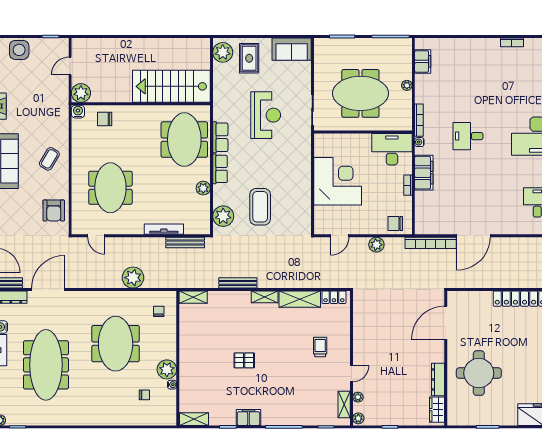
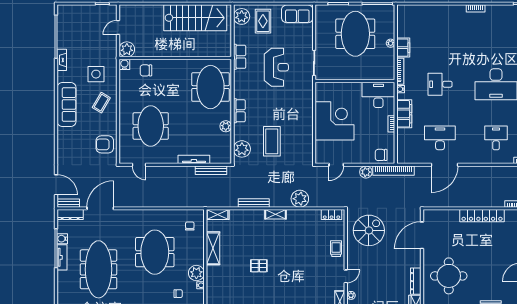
side table: (19, 50) -> (96, 74), moved
filing cabinet: (423, 61) -> (403, 48), moved
stairs: (171, 86) -> (195, 18), moved, turned 180
meeting table: (360, 93) -> (355, 34), moved, turned 90
row of seats: (220, 137) -> (240, 57), moved
desk: (468, 202) -> (440, 138), added
armchair: (54, 210) -> (105, 144), turned 90
bookcase: (431, 243) -> (394, 171), moved
plant: (133, 278) -> (300, 199), moved
shelving: (300, 299) -> (213, 248), moved, turned 90
spiral stairs: (380, 317) -> (369, 230), added
trolley: (320, 347) -> (336, 249), moved

